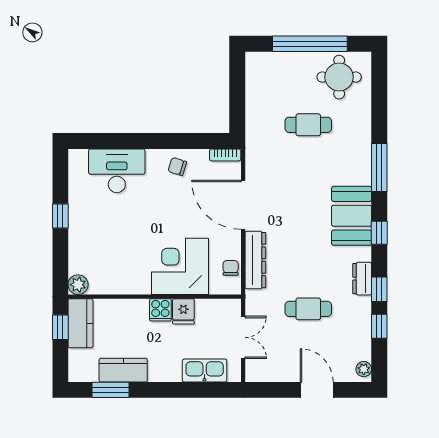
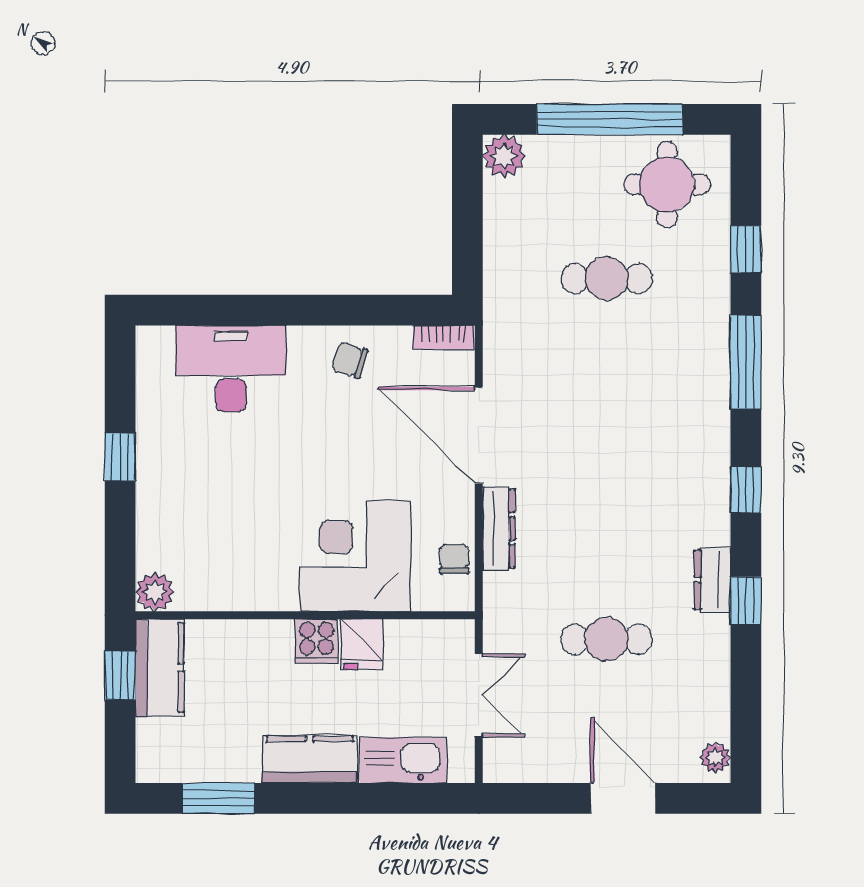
plant: (256, 62) -> (504, 156), added
booth: (352, 216) -> (692, 457), removed
dresser: (255, 260) -> (499, 528), width x0.73, depth x0.80
window: (379, 326) -> (746, 249), moved
kitchen counter: (123, 370) -> (310, 760), moved

